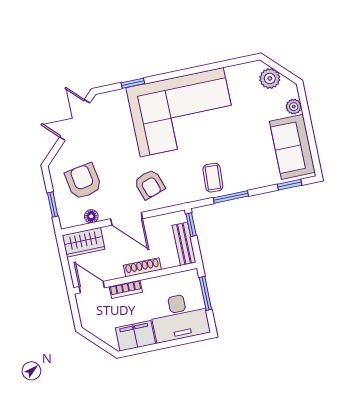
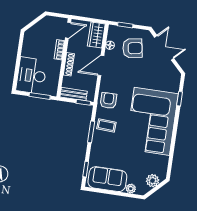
double door: (75, 120) -> (164, 48), moved
armchair: (149, 184) -> (108, 101), moved, turned 109
filing cabinet: (135, 336) -> (30, 45), removed

